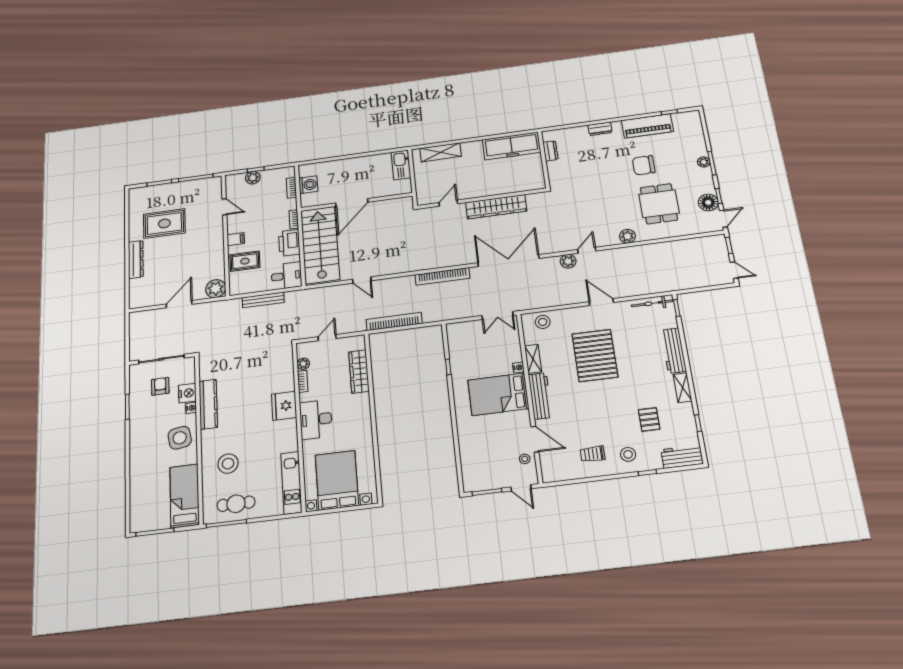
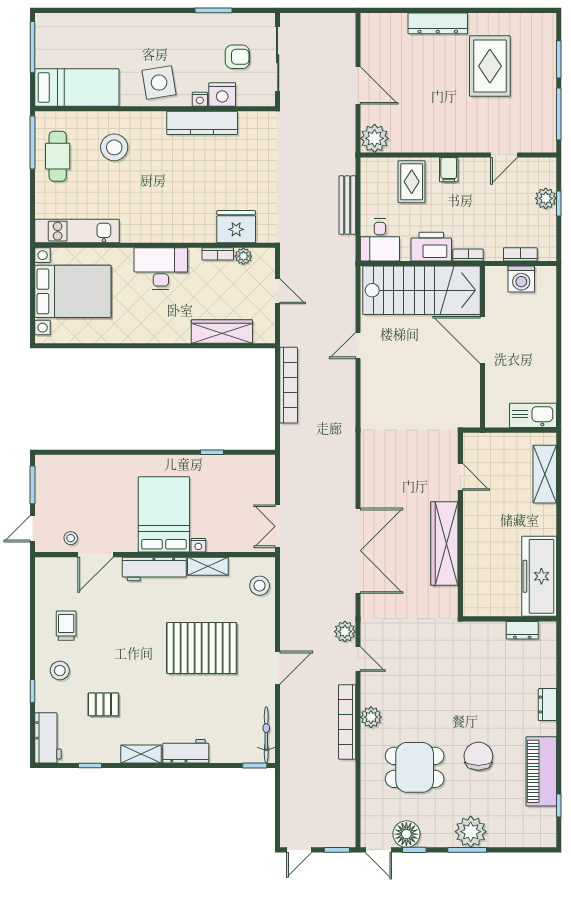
plant: (704, 162) -> (471, 832), width x1.87, depth x1.87
bookcase: (442, 276) -> (347, 722), moved
workbench: (674, 351) -> (186, 751), width x0.73
fridge: (284, 406) -> (236, 227), moved

